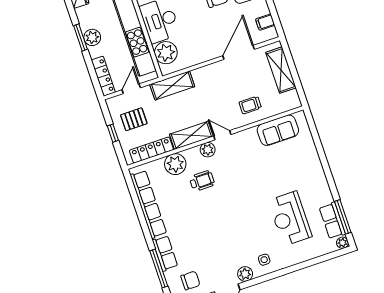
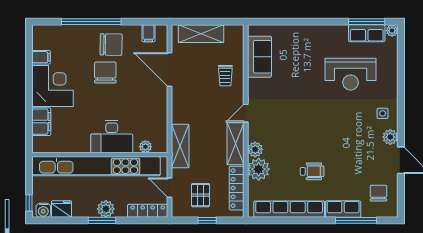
plant: (166, 53) -> (145, 147), width x0.53, depth x0.53
plant: (208, 150) -> (255, 149), moved
wheelchair: (202, 181) -> (312, 171), moved, turned 90

